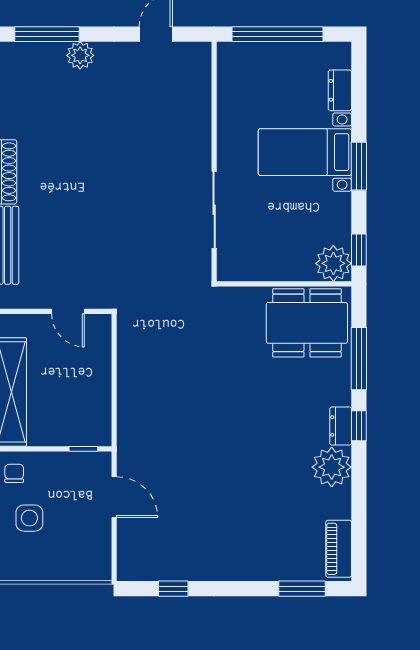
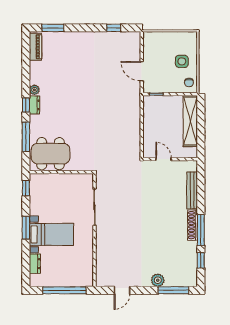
plant: (333, 263) -> (38, 182), removed
plant: (332, 467) -> (34, 90), width x0.53, depth x0.53

